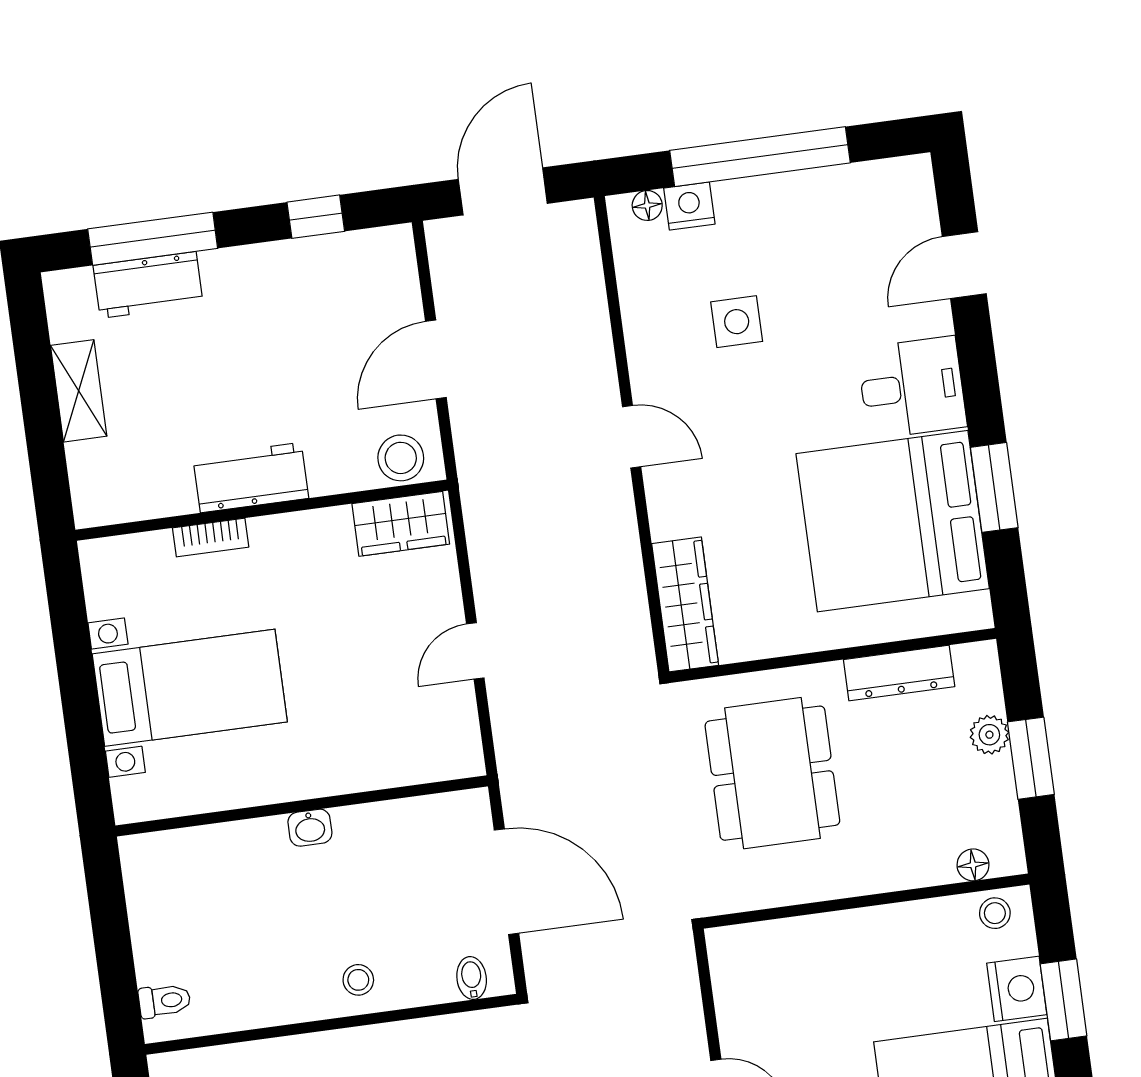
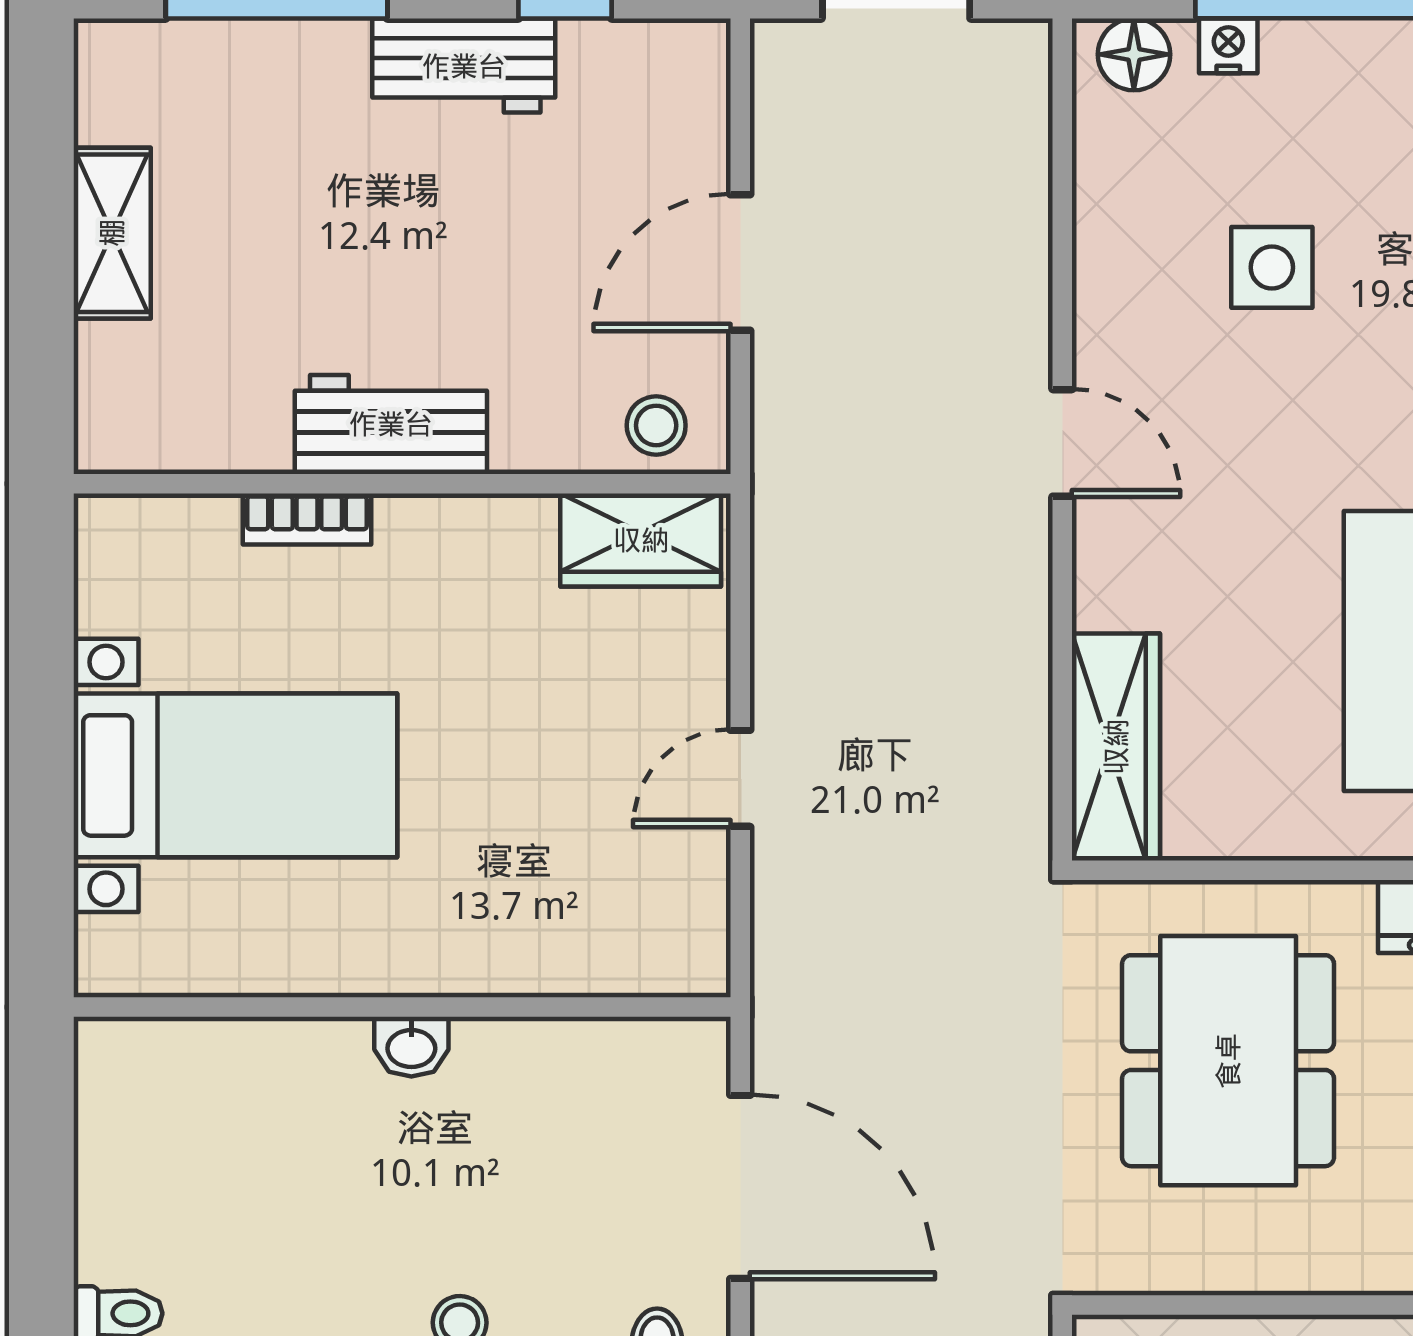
floor lamp: (647, 205) -> (1134, 54), width x1.37, depth x1.37
nightstand: (689, 206) -> (1228, 46), width x0.72, depth x0.74
workbench: (148, 285) -> (464, 66), moved
stool: (401, 458) -> (656, 425), width x0.73, depth x0.73

